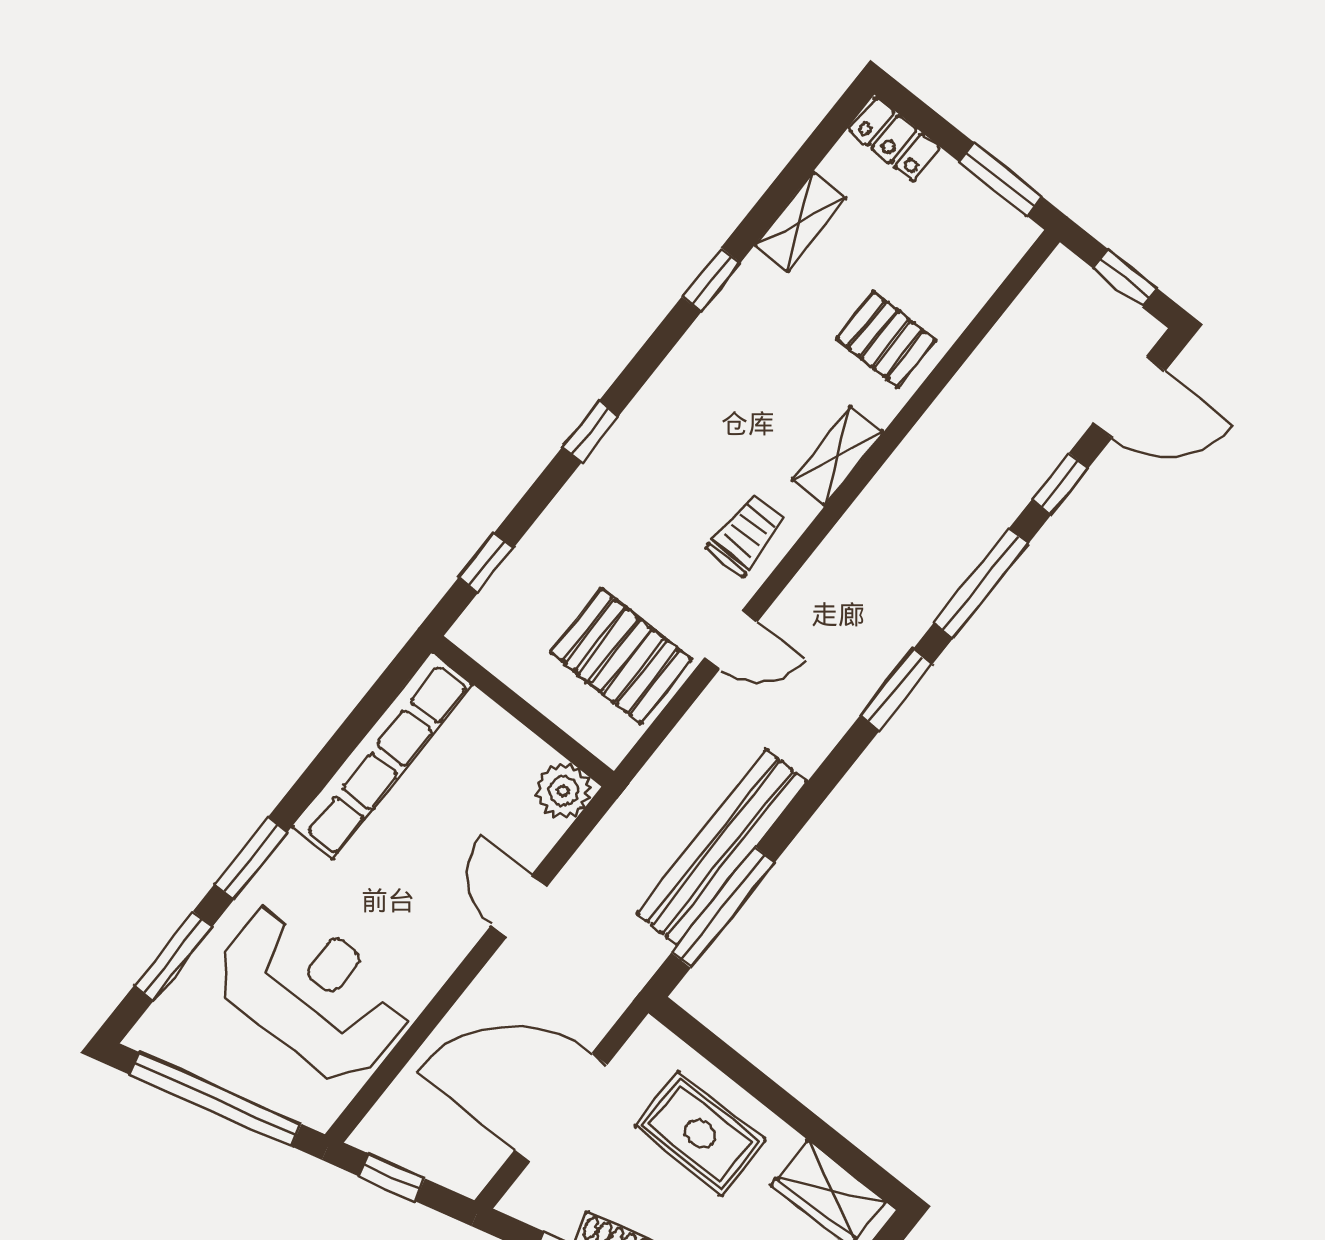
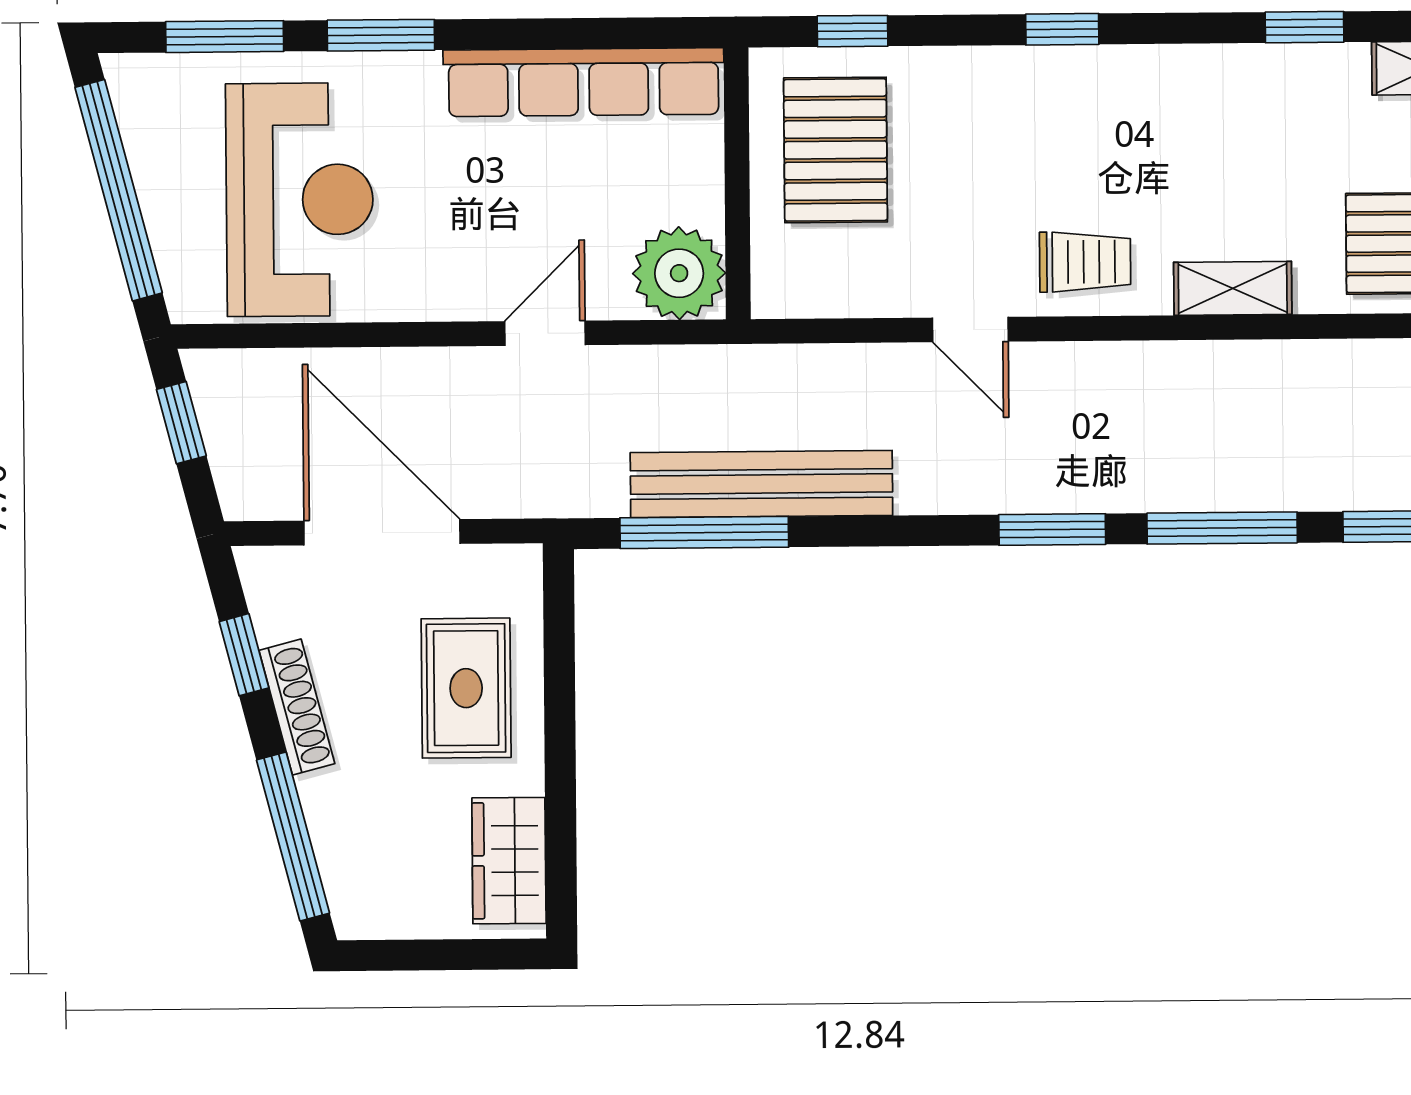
pallet: (621, 656) -> (835, 150), moved
plant: (563, 791) -> (679, 273), width x1.36, depth x1.36

